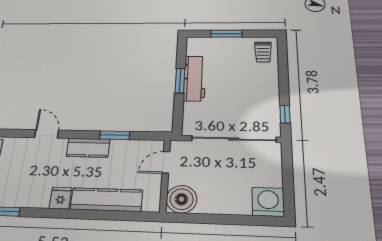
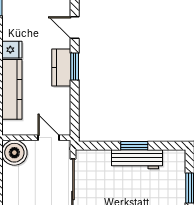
door: (47, 134) -> (75, 28), swing flipped
window: (115, 135) -> (75, 66), moved

